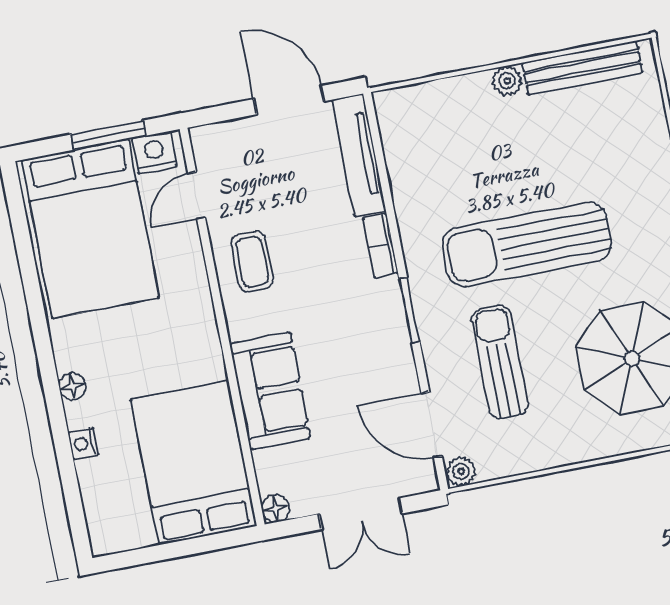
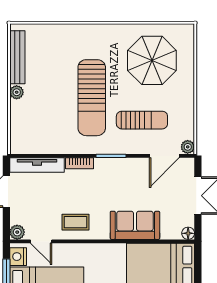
plant: (206, 140) -> (17, 232), added
sun lounger: (500, 362) -> (142, 120), turned 180

